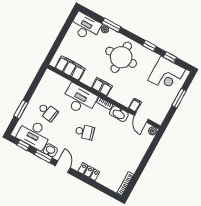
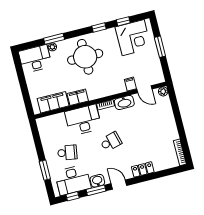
filing cabinet: (102, 87) -> (78, 97), moved

